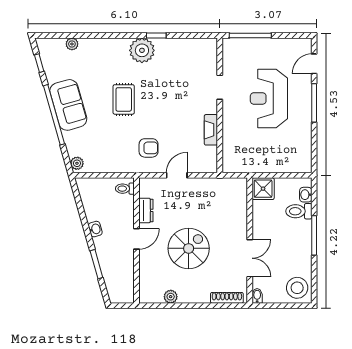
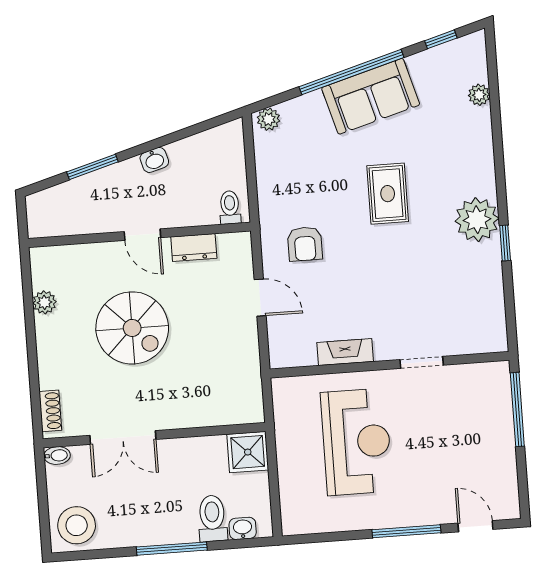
reception desk: (269, 98) -> (357, 442), moved, turned 90
rug: (124, 99) -> (388, 194), turned 90
shoe rack: (227, 298) -> (50, 411), width x0.70

